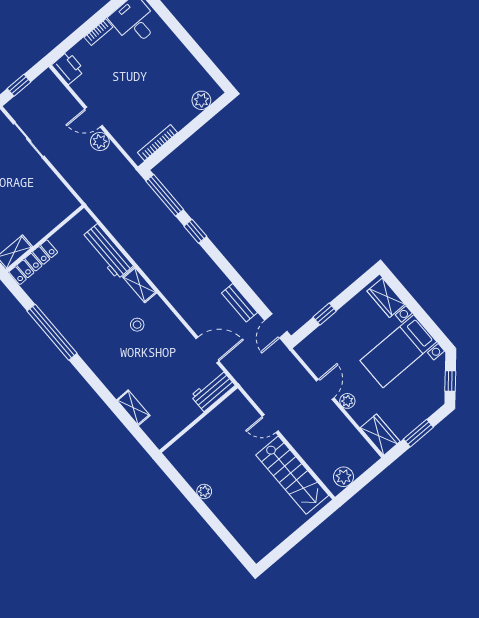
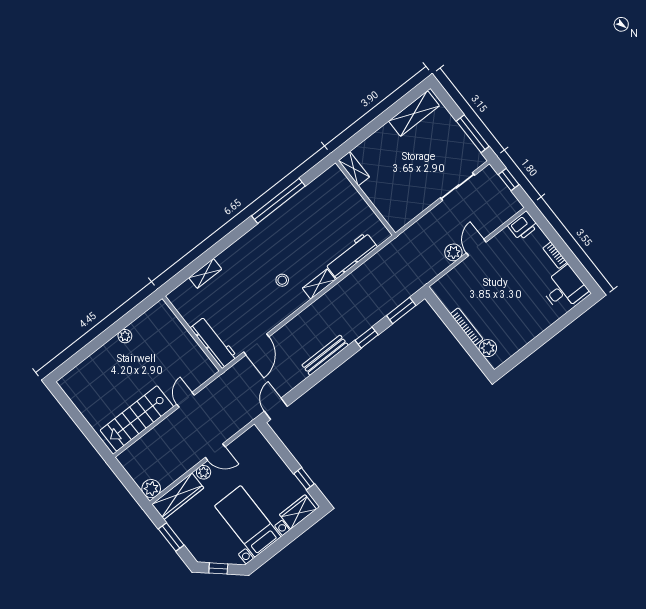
bookcase: (157, 143) -> (467, 327), moved
window: (165, 195) -> (401, 311), width x0.69
locker: (33, 262) -> (344, 186), removed
bench: (239, 303) -> (325, 355), moved, width x1.36
window: (325, 314) -> (304, 479), moved
door: (276, 326) -> (276, 409), hinge flipped
workbench: (213, 391) -> (214, 342), width x1.38
wardrobe: (380, 435) -> (178, 496), width x1.50
plant: (344, 477) -> (151, 489), moved

